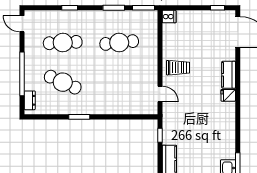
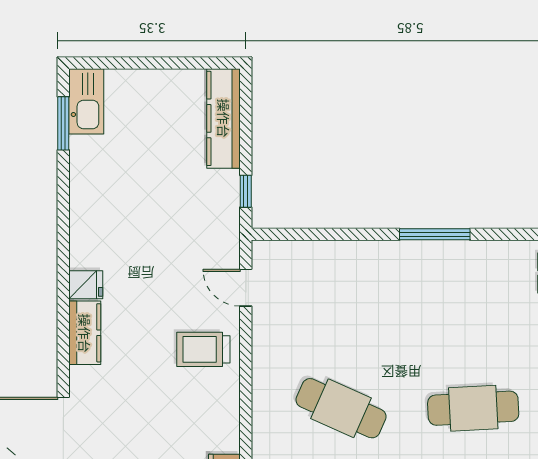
cafe table: (119, 43) -> (341, 408), turned 30
cafe table: (63, 82) -> (473, 316), removed
window: (79, 117) -> (435, 234), width x1.44

